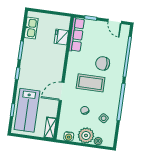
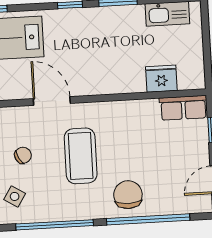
row of seats: (77, 35) -> (183, 108), width x0.68
chair: (103, 63) -> (128, 195), moved

